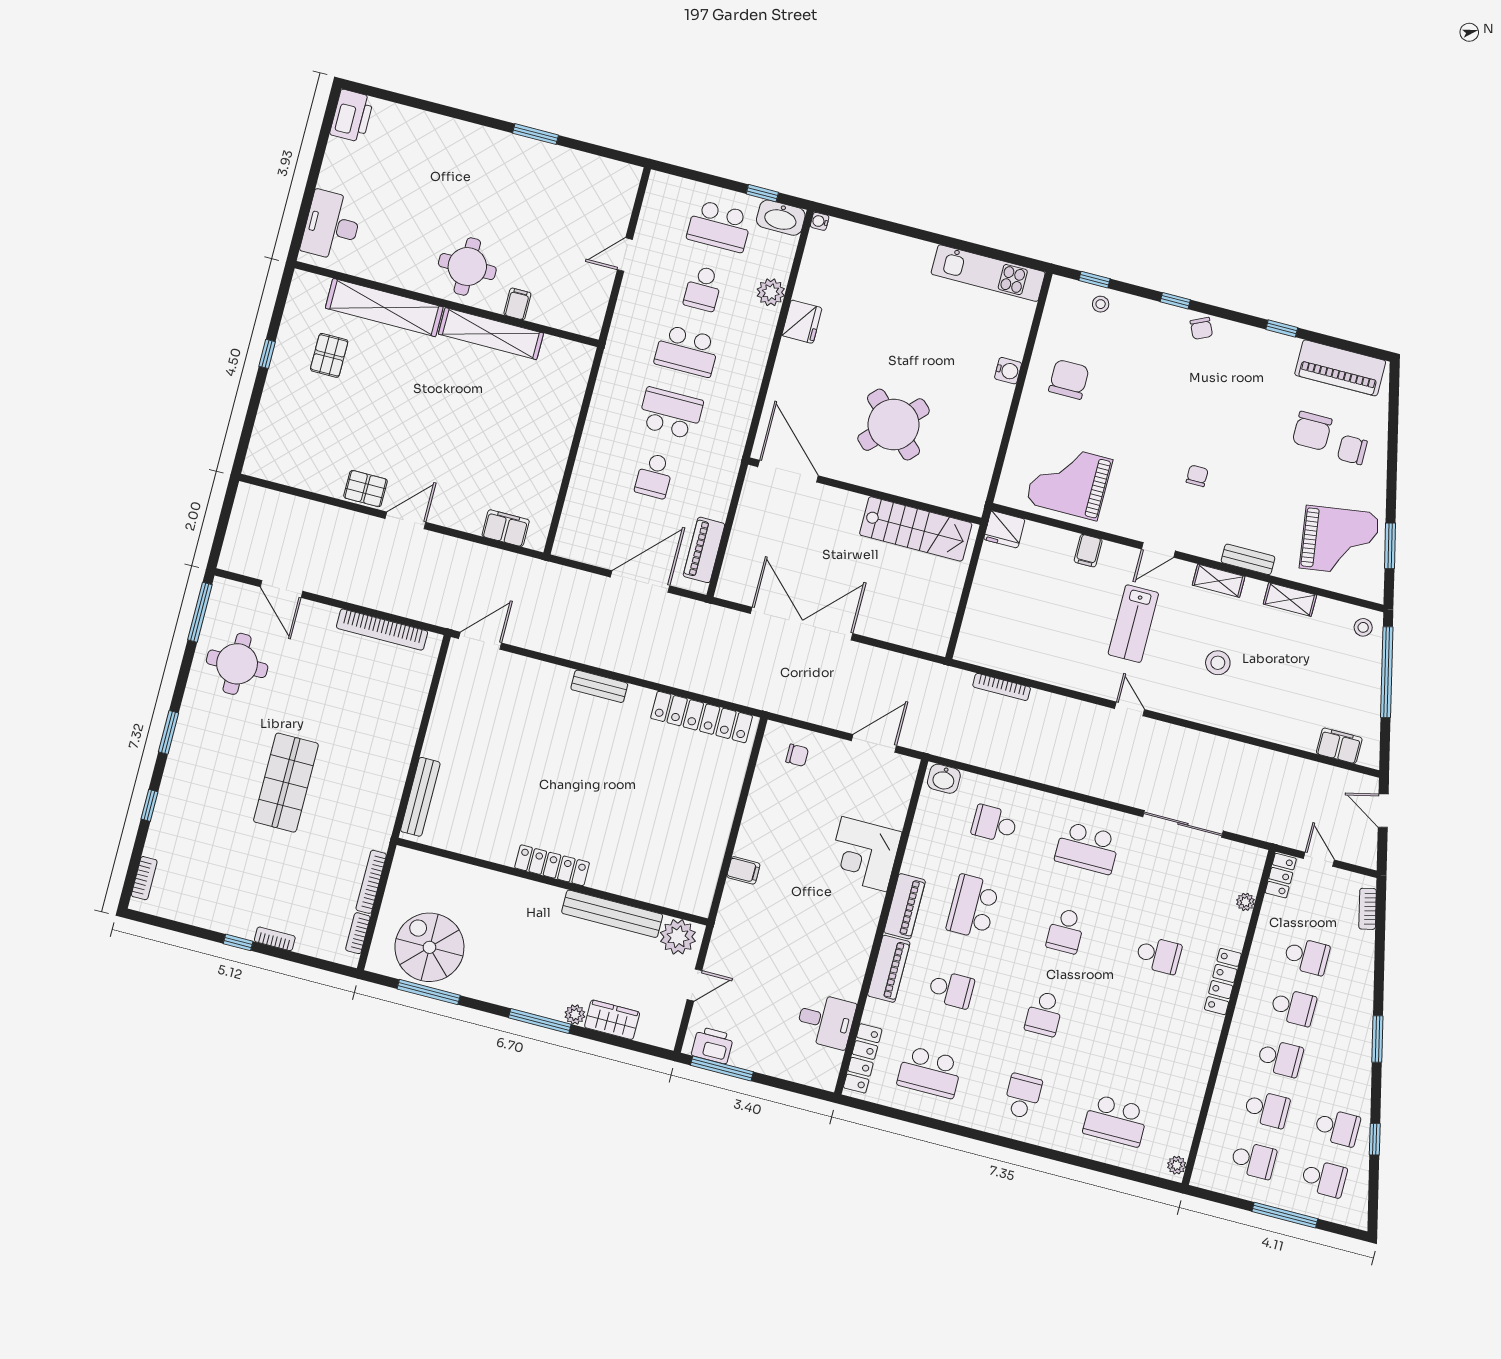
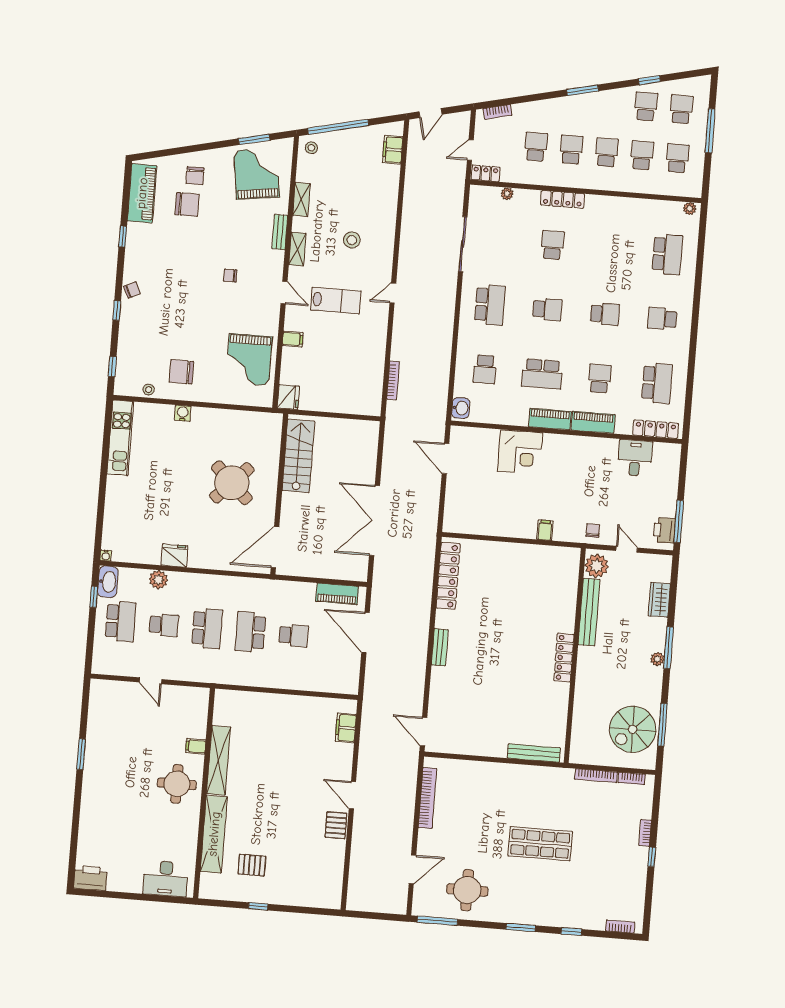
stool: (1101, 304) -> (149, 390), moved
chair: (797, 755) -> (593, 531), moved
plant: (575, 1015) -> (657, 659), moved

